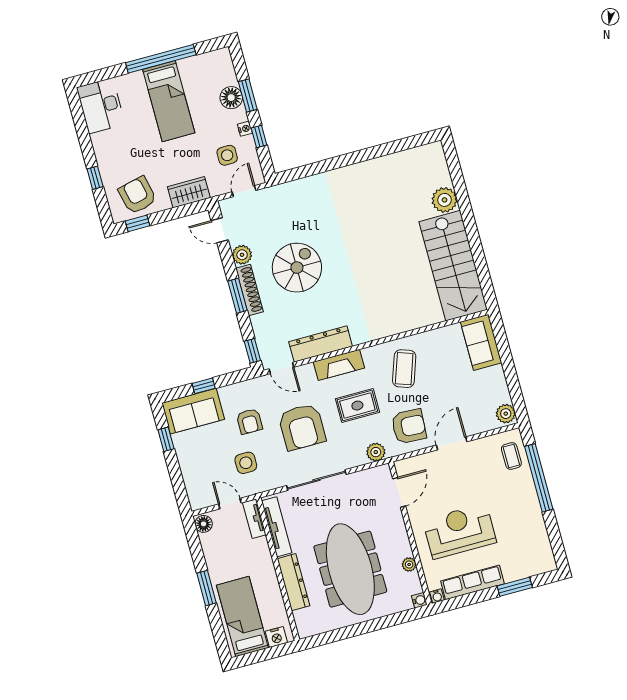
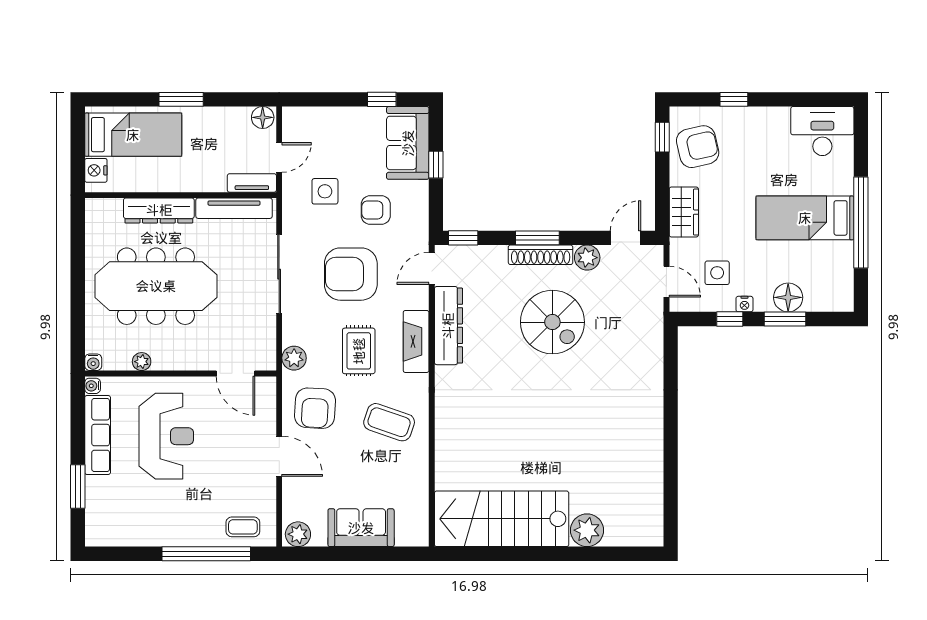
sofa: (481, 342) -> (361, 528), moved

